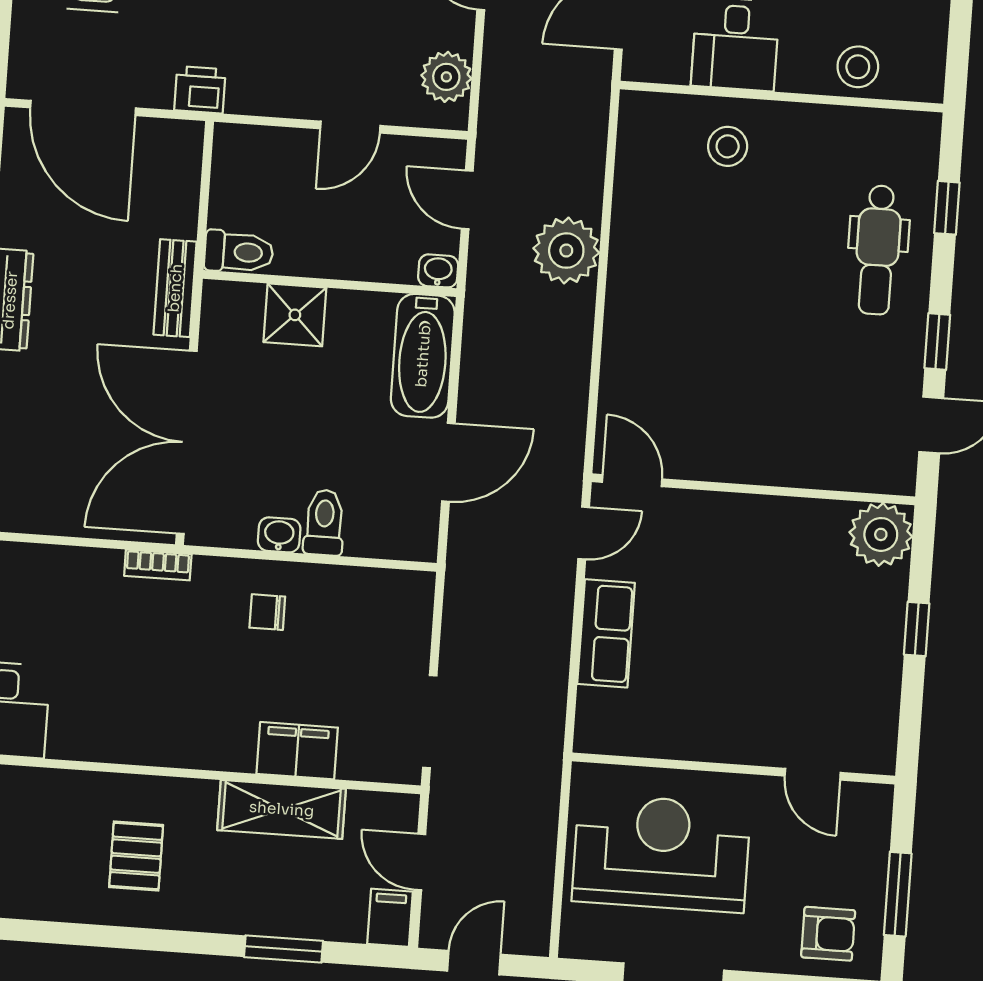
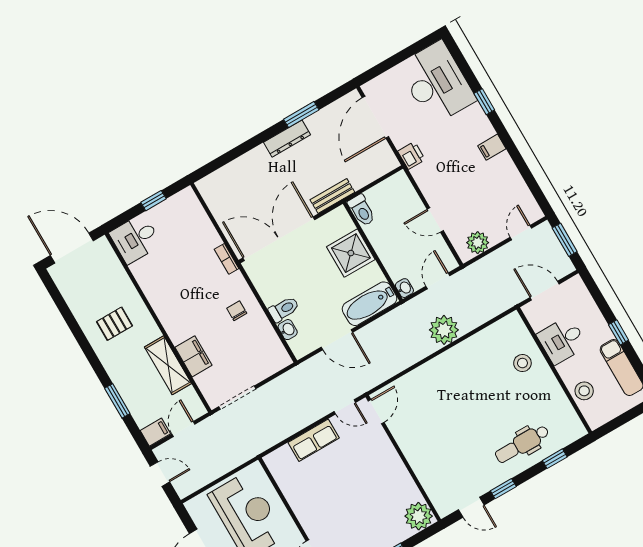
shower: (295, 315) -> (351, 253), width x1.36, depth x1.36
washbasin: (279, 535) -> (288, 330), moved

